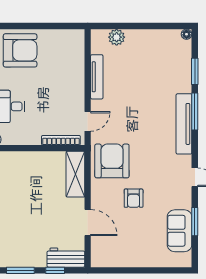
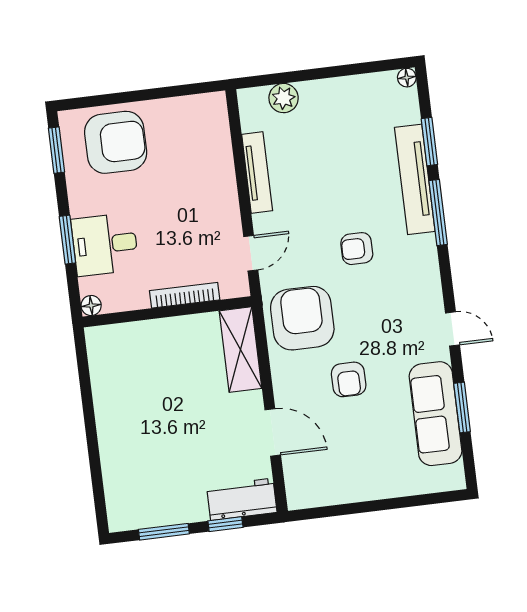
tv unit: (184, 124) -> (415, 179), moved
armchair: (147, 126) -> (357, 249), added
bookcase: (61, 140) -> (185, 295), moved
sofa: (180, 231) -> (436, 414), width x1.36

